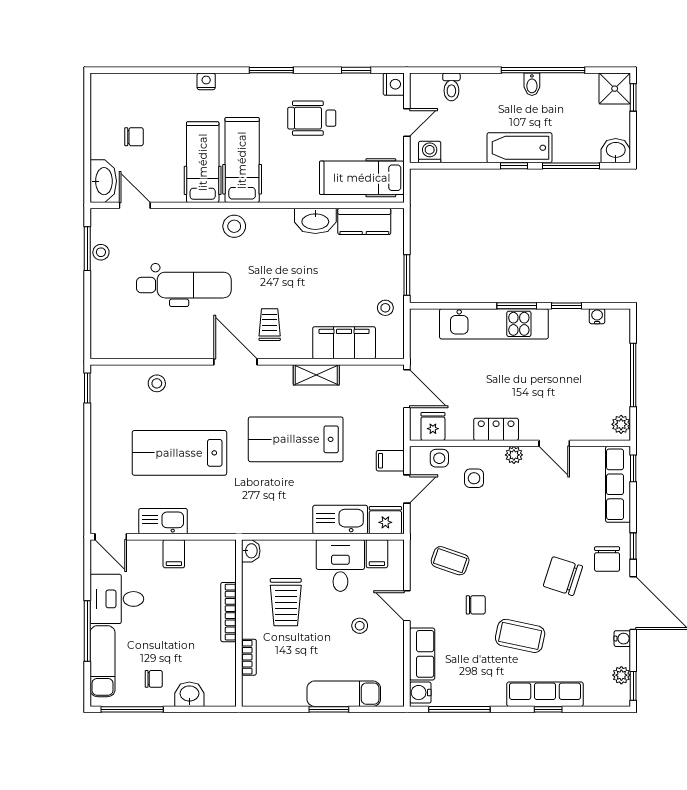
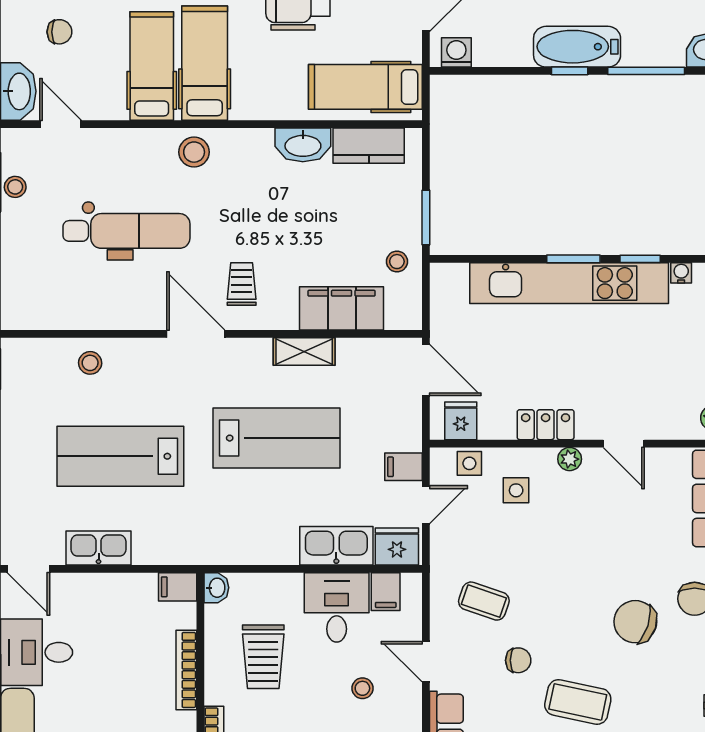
kitchen unit: (494, 324) -> (569, 283), width x1.36
lab bench: (296, 439) -> (277, 438), turned 180
filing cabinet: (174, 554) -> (178, 587), moved, turned 90

